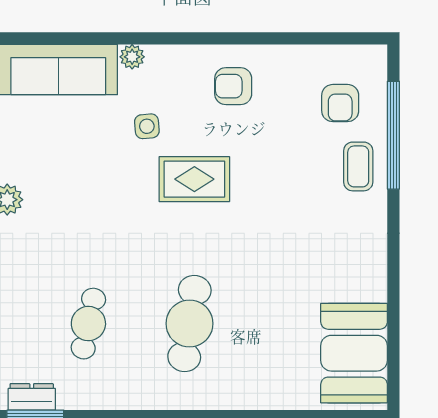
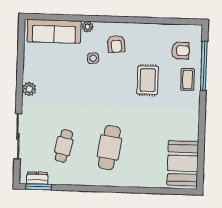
armchair: (233, 86) -> (116, 44), moved, turned -95
armchair: (340, 103) -> (180, 51), turned -90
rug: (194, 179) -> (148, 80), moved, turned 90

